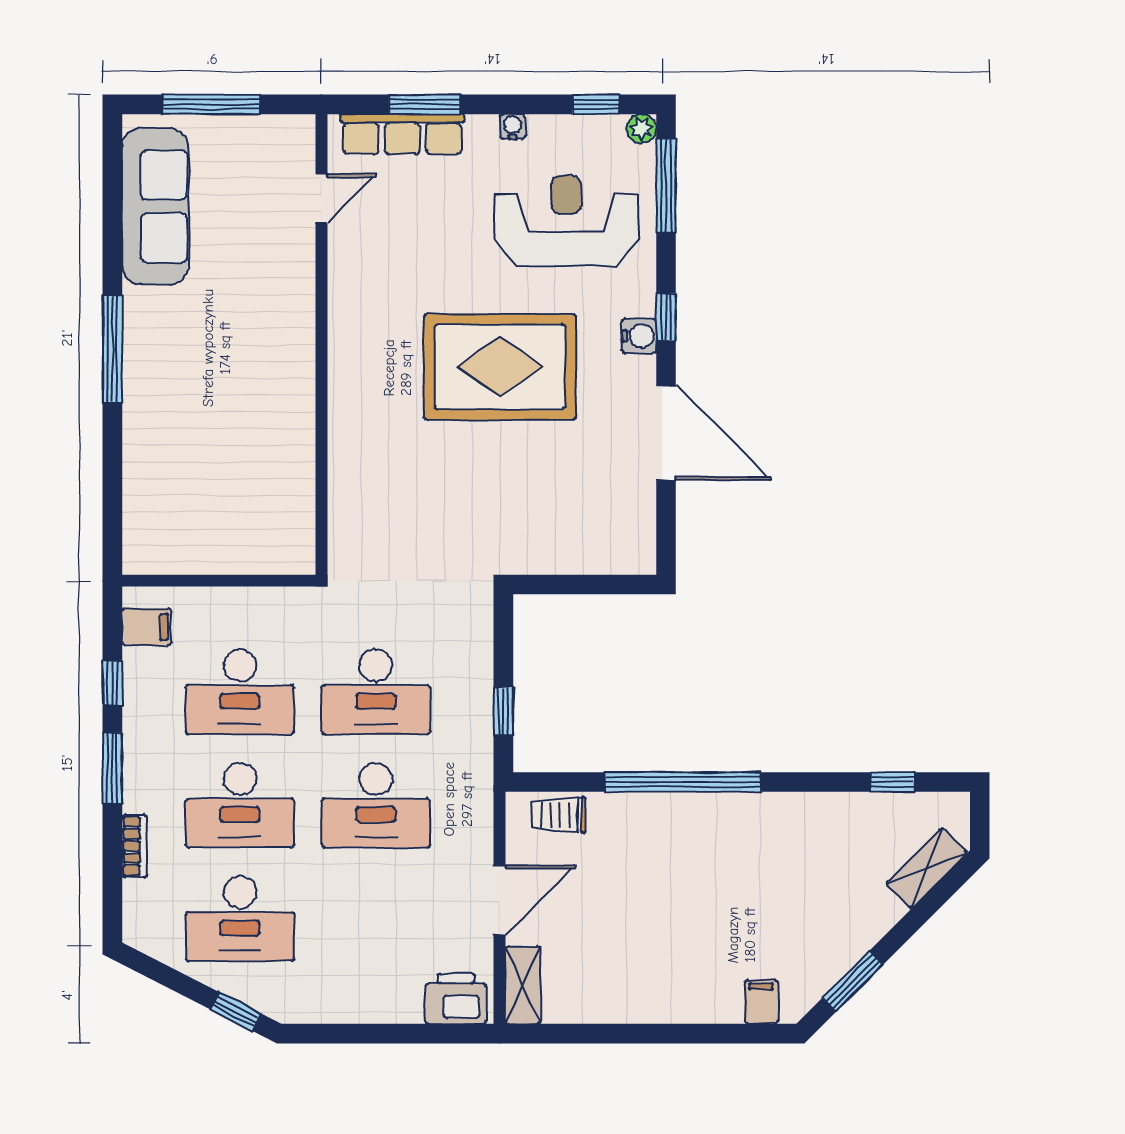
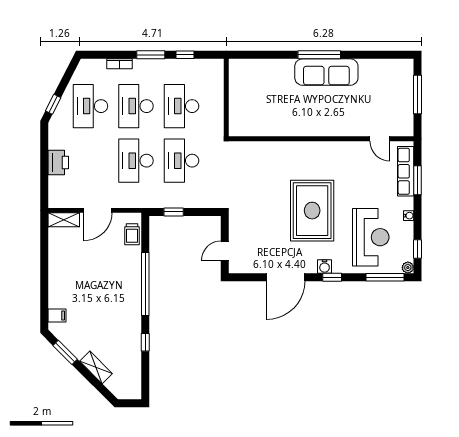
sofa: (155, 206) -> (326, 72), moved
door: (600, 584) -> (225, 251), added
filing cabinet: (147, 627) -> (208, 69), removed
window: (892, 782) -> (145, 342), moved
trolley: (559, 815) -> (132, 234), turned 180
shelving: (927, 868) -> (96, 367), moved
door: (500, 900) -> (98, 210), hinge flipped
printer: (456, 999) -> (58, 162), moved

